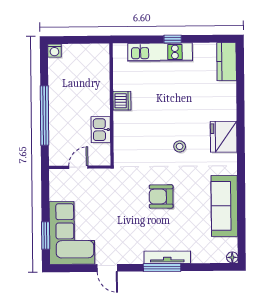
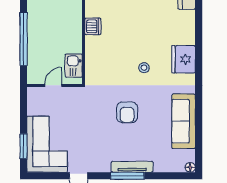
kitchen sink: (101, 130) -> (74, 66), moved
armchair: (161, 196) -> (127, 112), turned -90

